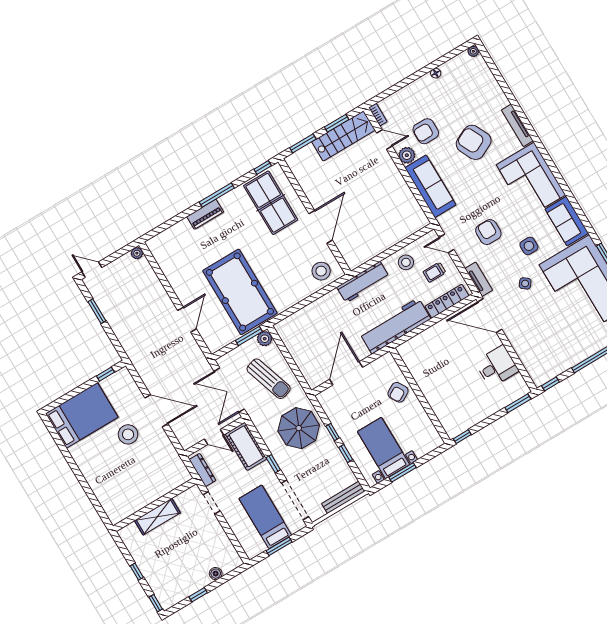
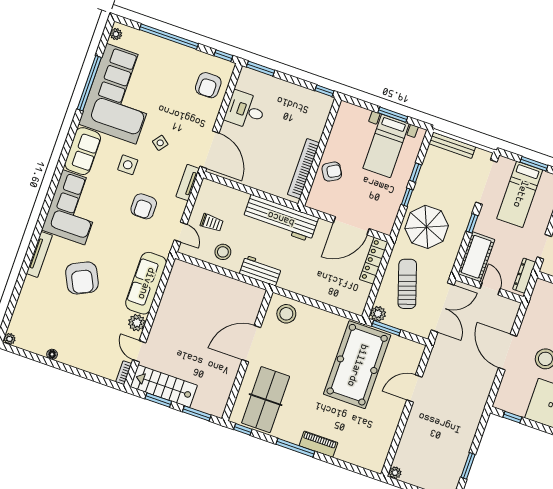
armchair: (426, 131) -> (208, 85), moved, turned 90
workbench: (363, 282) -> (260, 271), width x0.73
locker: (447, 301) -> (374, 261), moved, turned 90
bookcase: (418, 373) -> (304, 169), added

